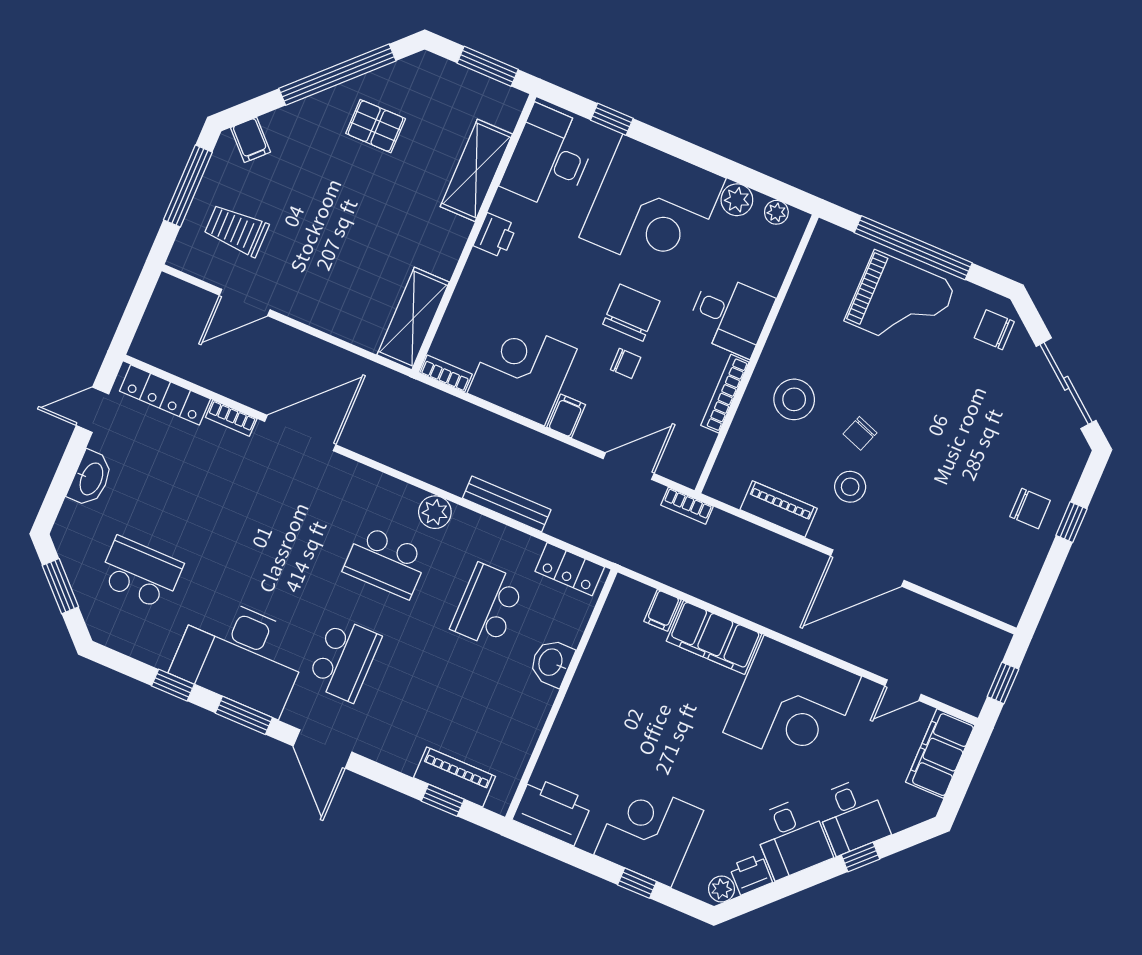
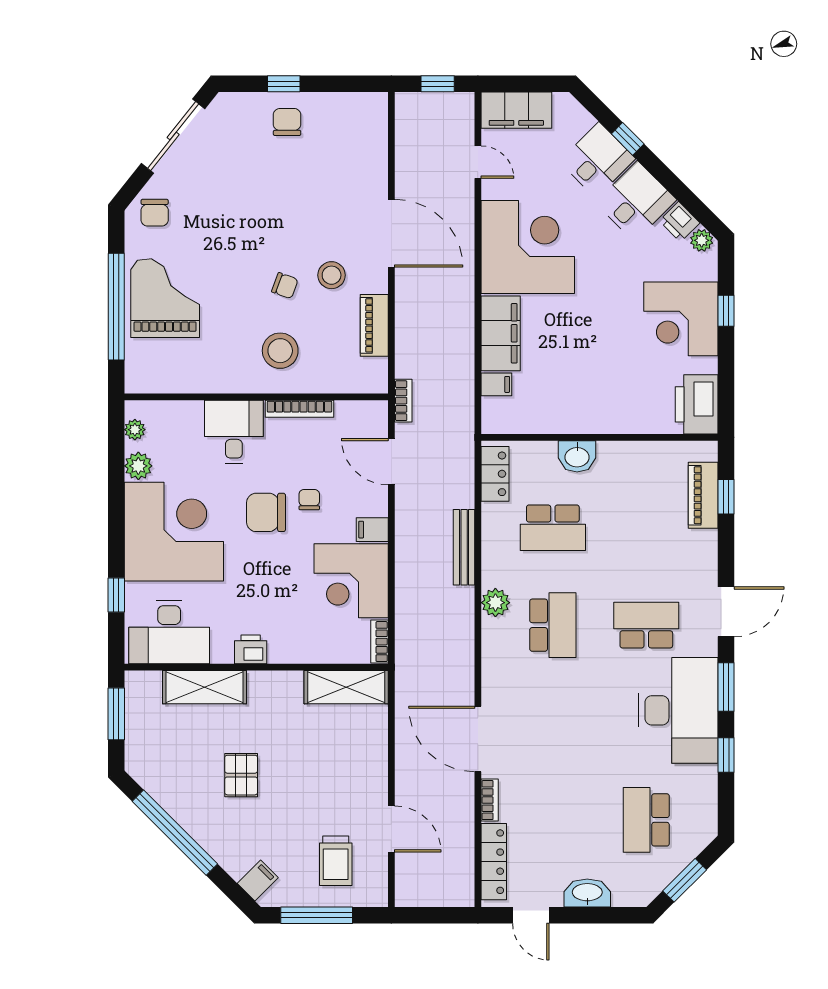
pallet: (376, 126) -> (241, 775), moved

